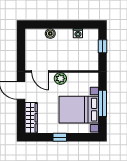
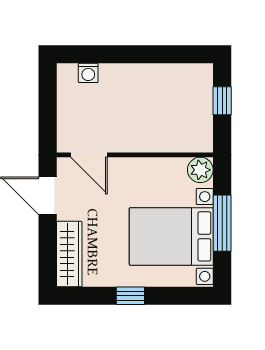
washing machine: (78, 33) -> (88, 73), moved
boiler: (50, 34) -> (110, 74), removed
plant: (60, 79) -> (200, 170), moved

